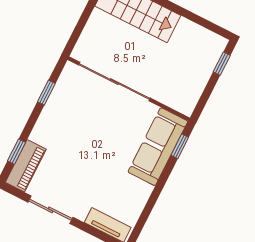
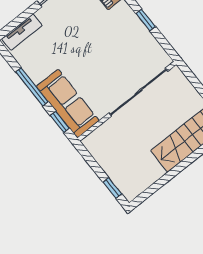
window: (46, 93) -> (146, 20), moved
window: (158, 190) -> (32, 87), added

